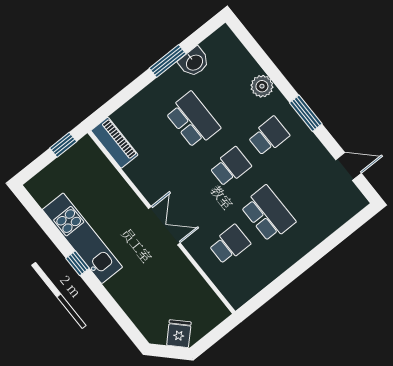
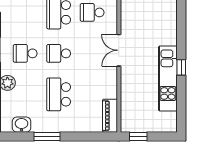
washbasin: (194, 62) -> (22, 125), moved

